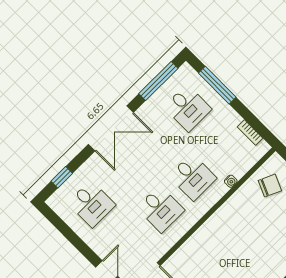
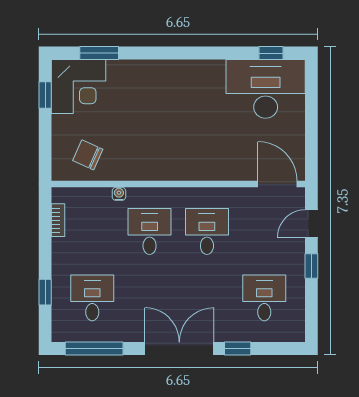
window: (217, 85) -> (45, 292), width x0.46
window: (62, 177) -> (238, 348), moved
window: (83, 248) -> (311, 266), added

